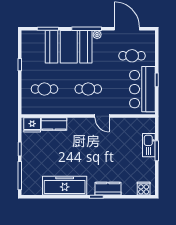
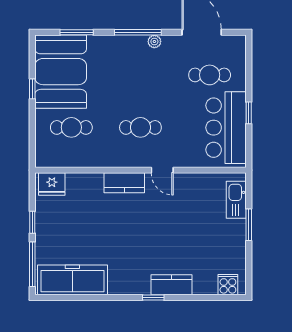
booth: (69, 47) -> (61, 72), moved, turned 90
kitchen counter: (54, 124) -> (124, 183), moved
kitchen sink: (149, 145) -> (236, 200), moved
freezer: (65, 186) -> (72, 280), moved

